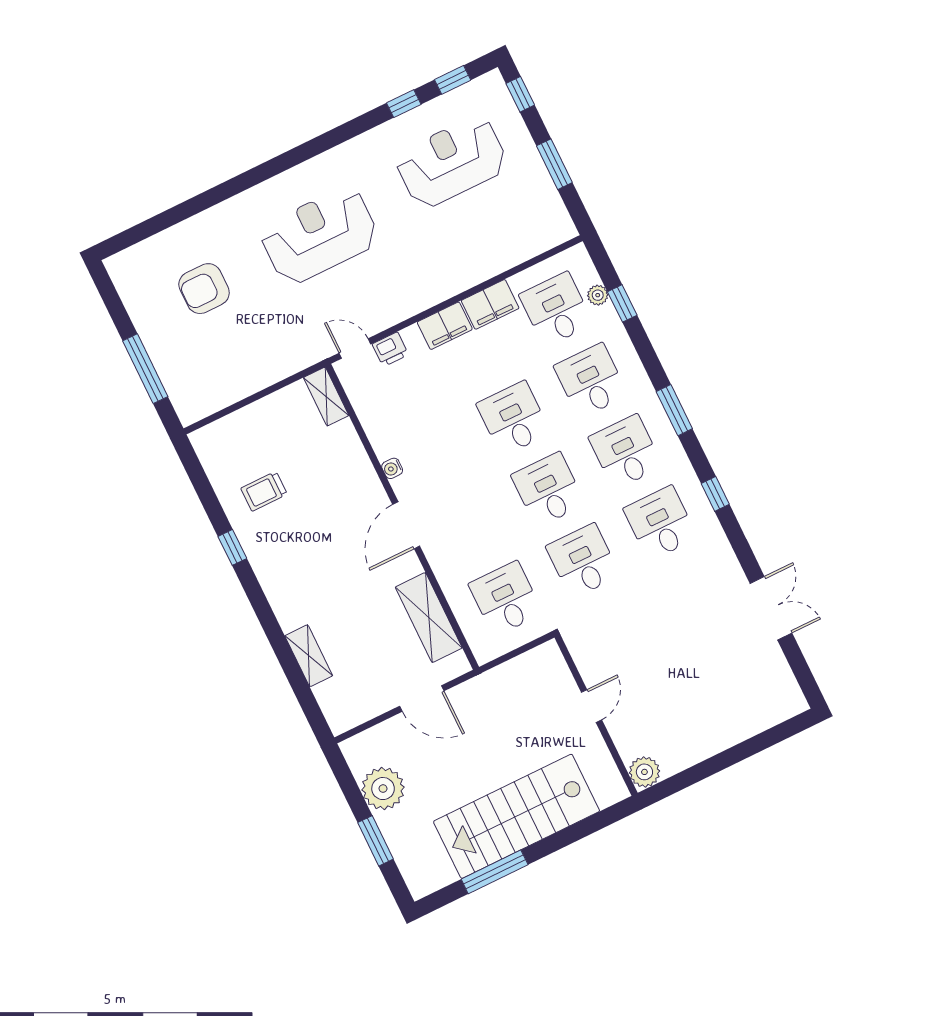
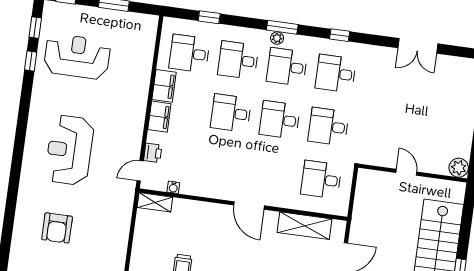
reception desk: (451, 162) -> (77, 56), turned 90
plant: (598, 295) -> (277, 38), moved
water cooler: (392, 468) -> (173, 187), moved
double door: (771, 608) -> (418, 46), swing flipped

